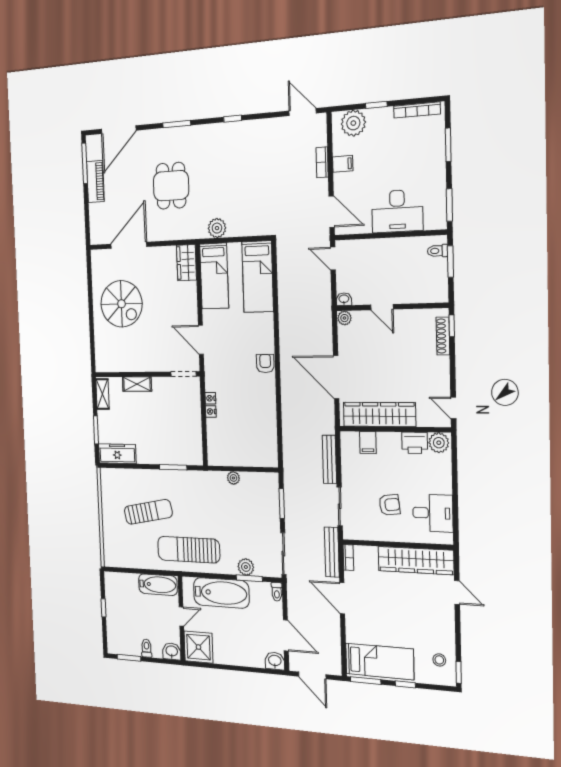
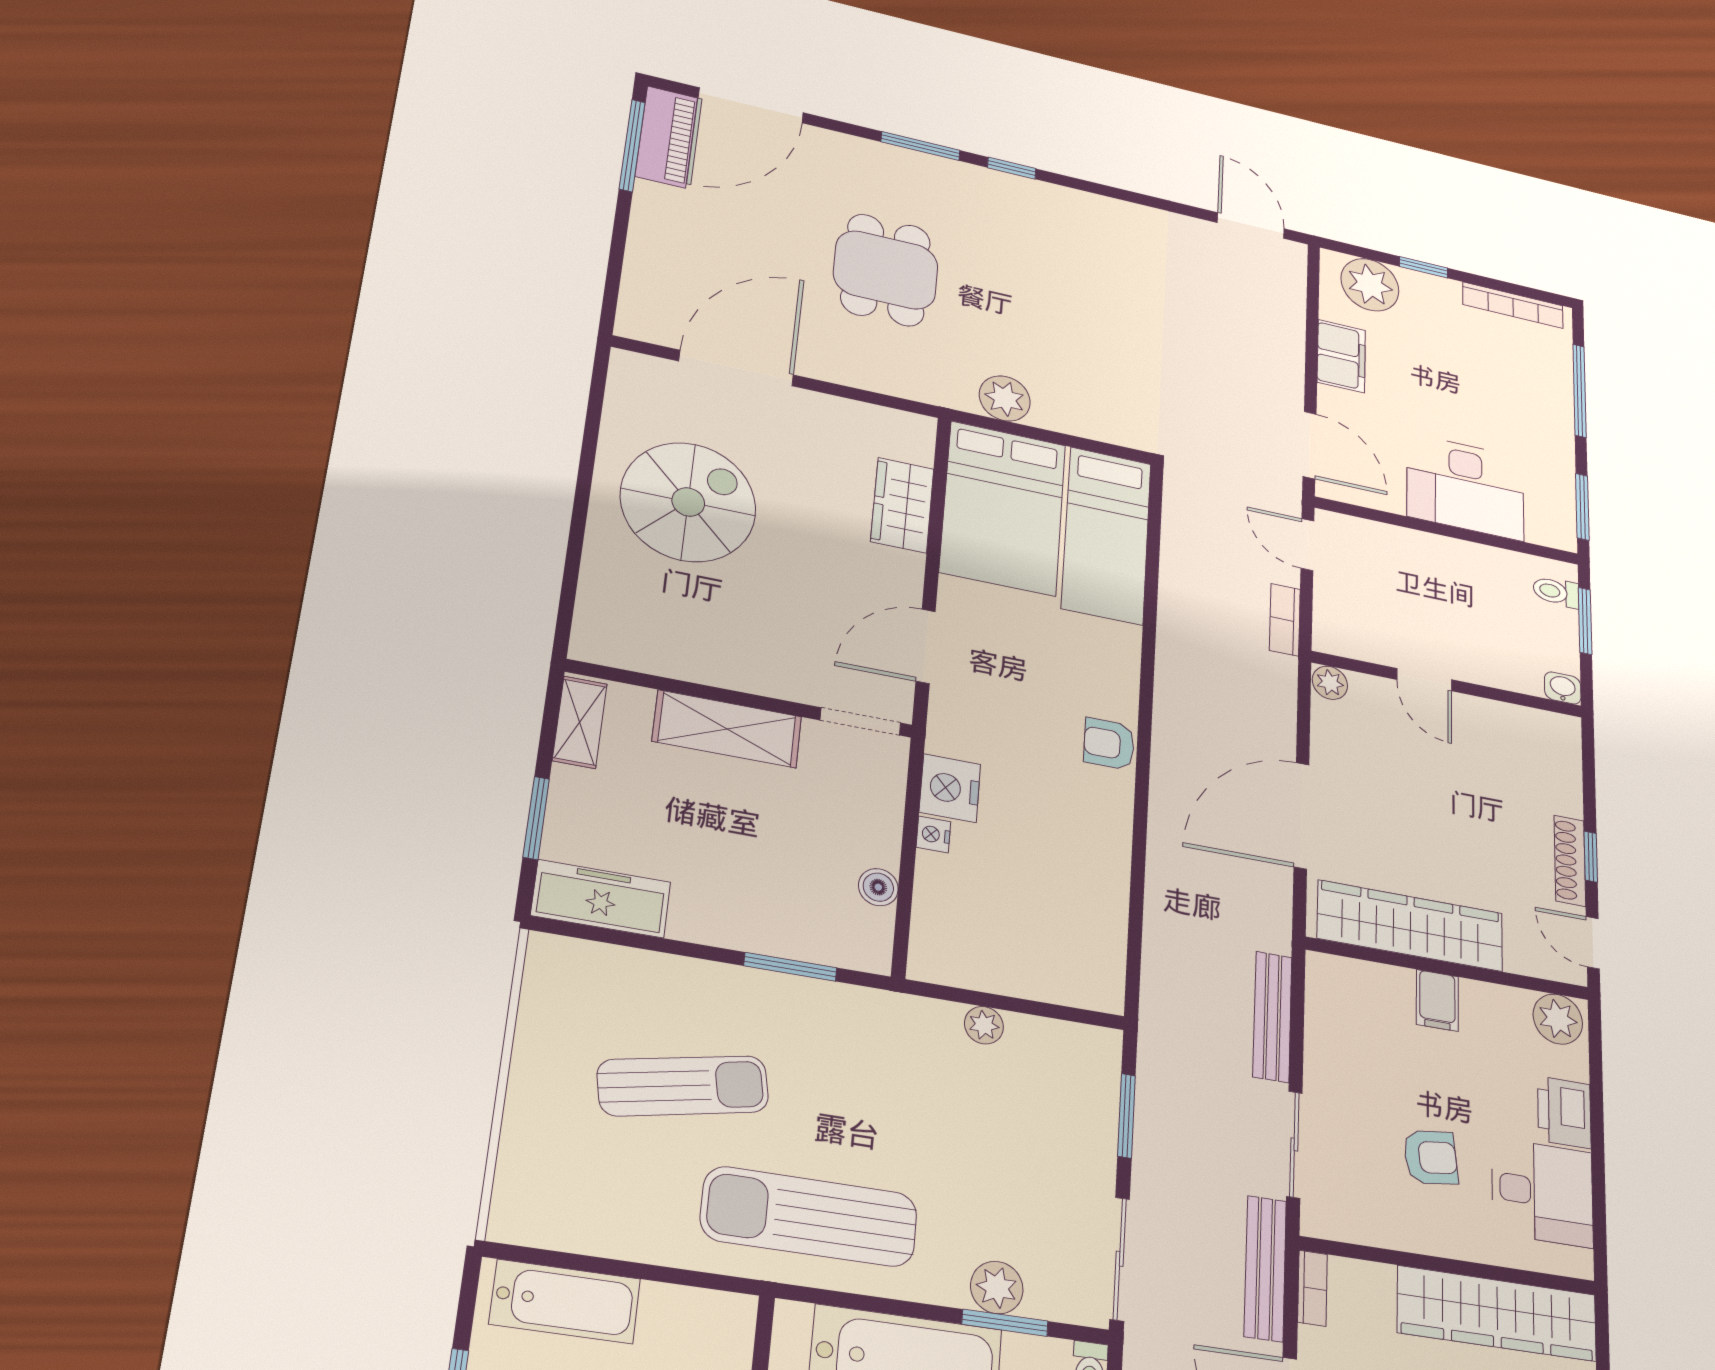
window: (233, 119) -> (1012, 168), moved
window: (448, 145) -> (1580, 391), width x1.44
bookcase: (322, 162) -> (1285, 620), moved
filing cabinet: (343, 164) -> (1341, 356), width x2.00
piano: (95, 182) -> (666, 137), moved
wardrobe: (187, 263) -> (902, 505), moved
bed: (214, 276) -> (1003, 508), width x1.50
washbasin: (344, 299) -> (1563, 688), moved
spiral stairs: (121, 304) -> (688, 502), turned -90
window: (452, 326) -> (1591, 857), moved
shoe rack: (443, 336) -> (1570, 861), moved
door: (201, 340) -> (926, 646), hinge flipped
armchair: (265, 363) -> (1109, 744), turned -90
door: (336, 377) -> (1301, 816), hinge flipped
shelving: (137, 384) -> (727, 729), width x1.50, depth x1.33
nightstand: (210, 398) -> (950, 788), width x1.89, depth x1.79
boiler: (196, 434) -> (878, 887), added
filing cabinet: (368, 443) -> (1437, 1000), moved
printer: (415, 443) -> (1564, 1112), moved, turned 90
bathtub: (158, 585) -> (565, 1301), moved

